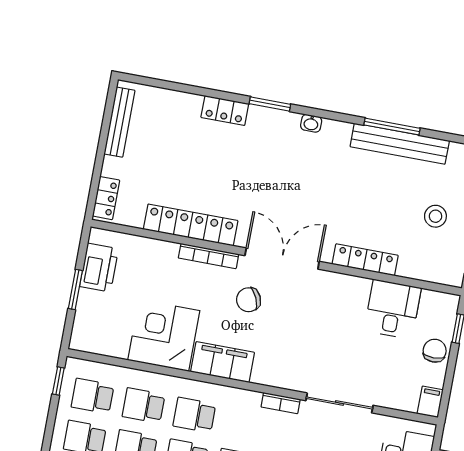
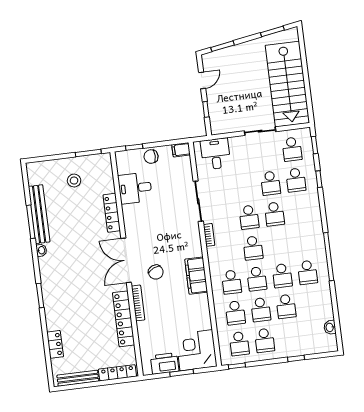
locker: (225, 111) -> (55, 344), moved
washbasin: (311, 123) -> (41, 250), moved
locker: (106, 198) -> (117, 373), width x1.53
corner desk: (164, 335) -> (196, 350), moved, turned 90

